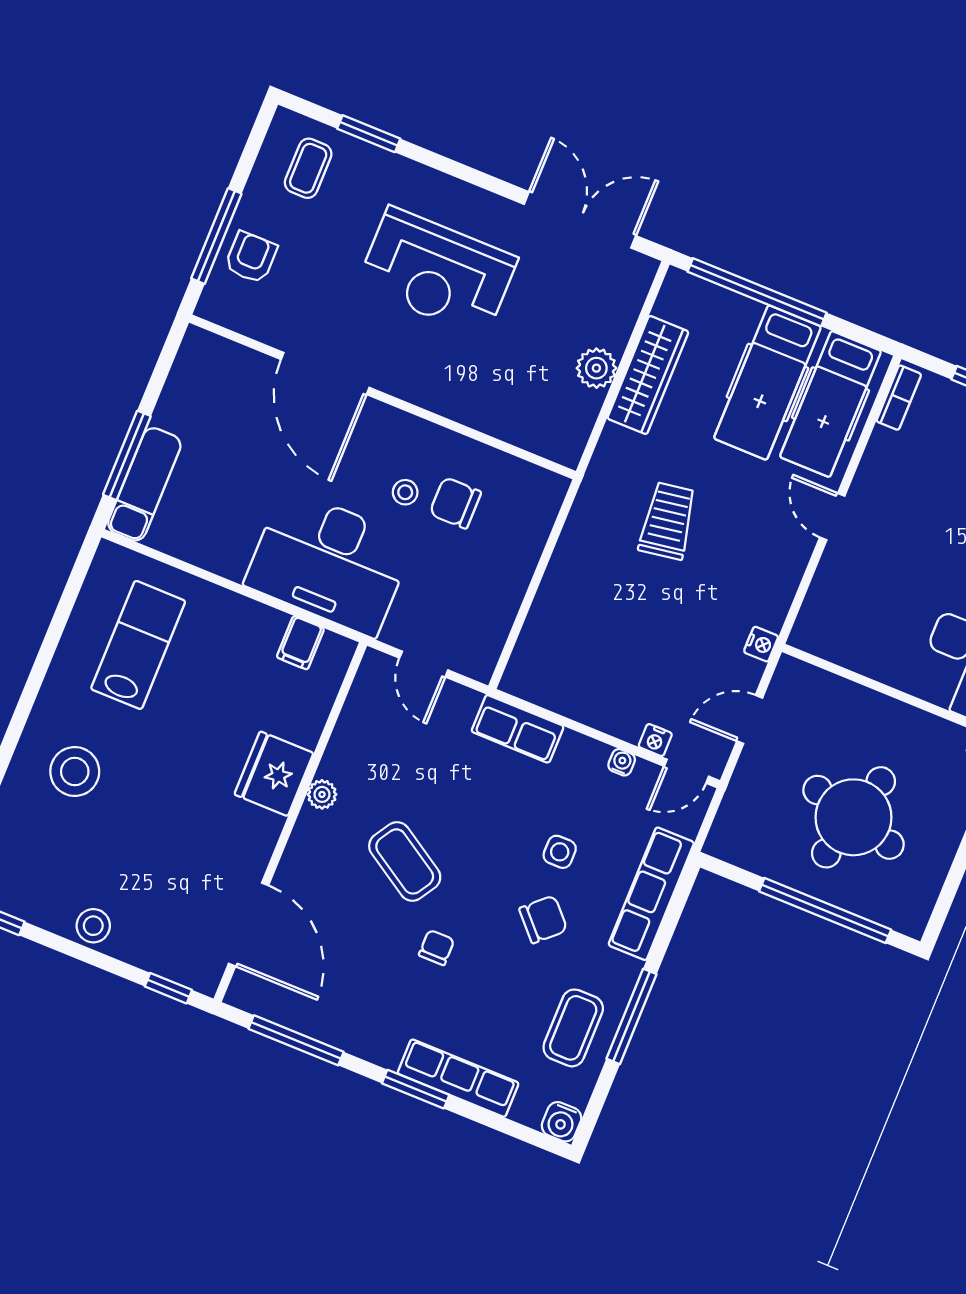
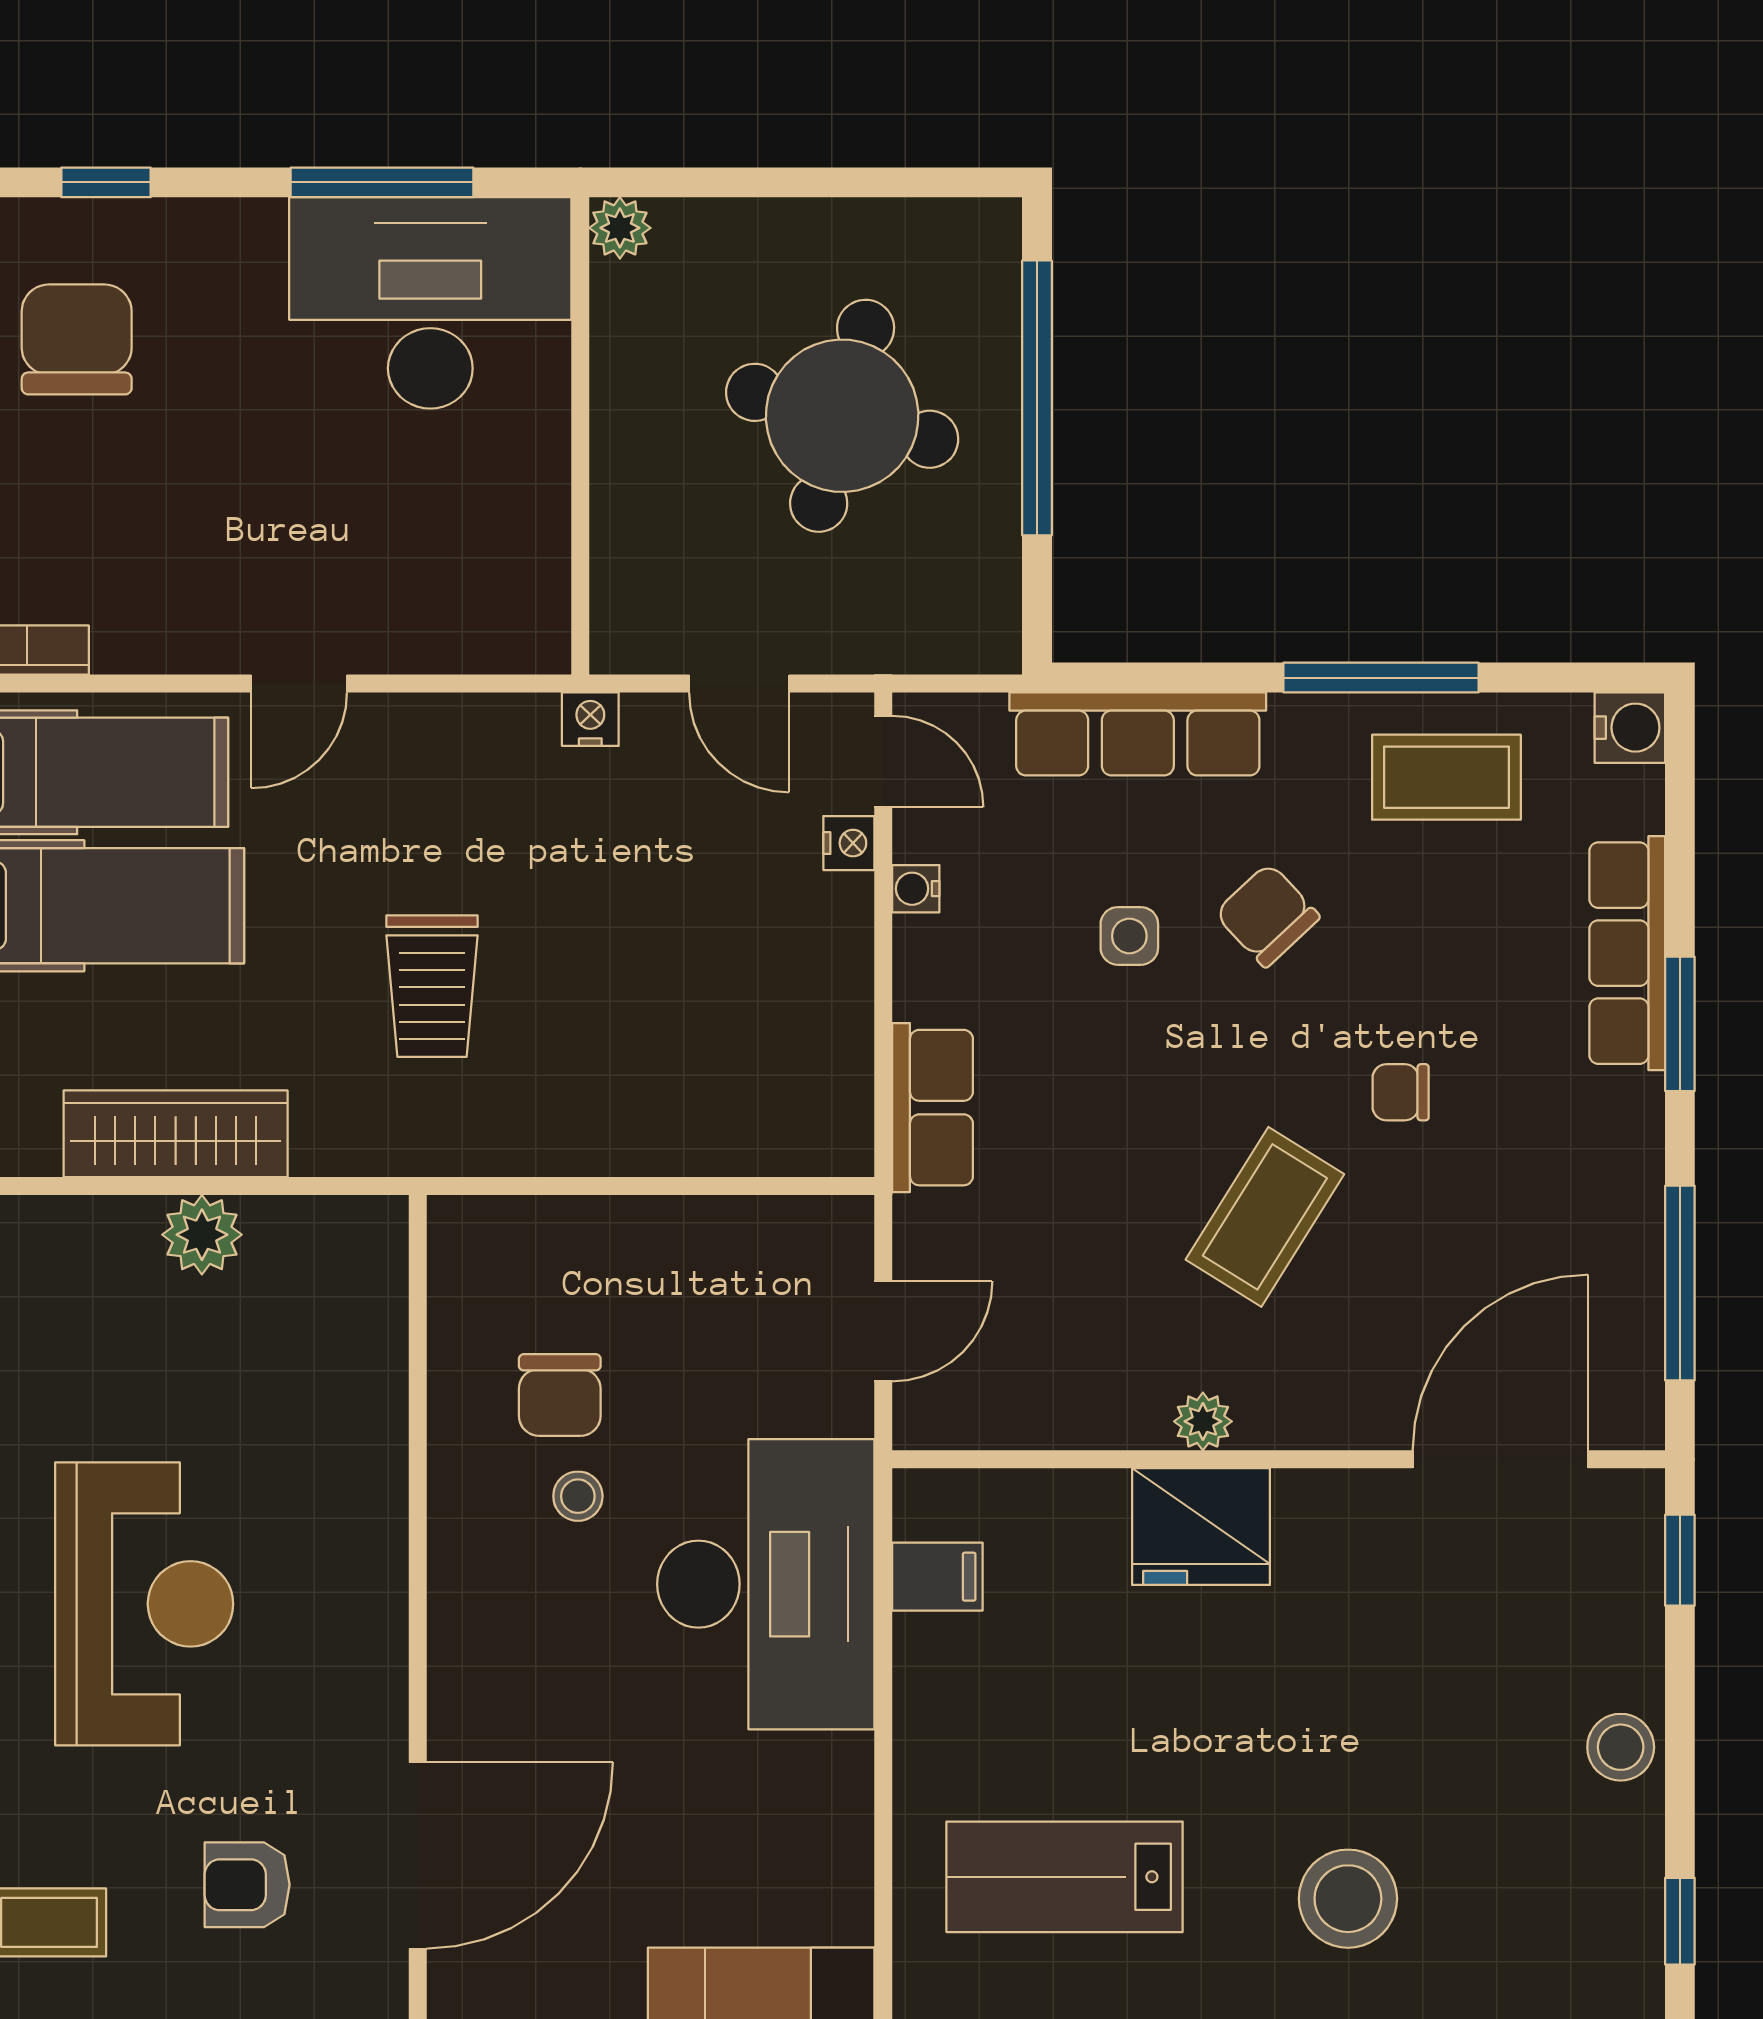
armchair: (251, 257) -> (247, 1885), moved
door: (325, 373) -> (418, 1855), moved
trolley: (668, 521) -> (432, 986), turned -81

